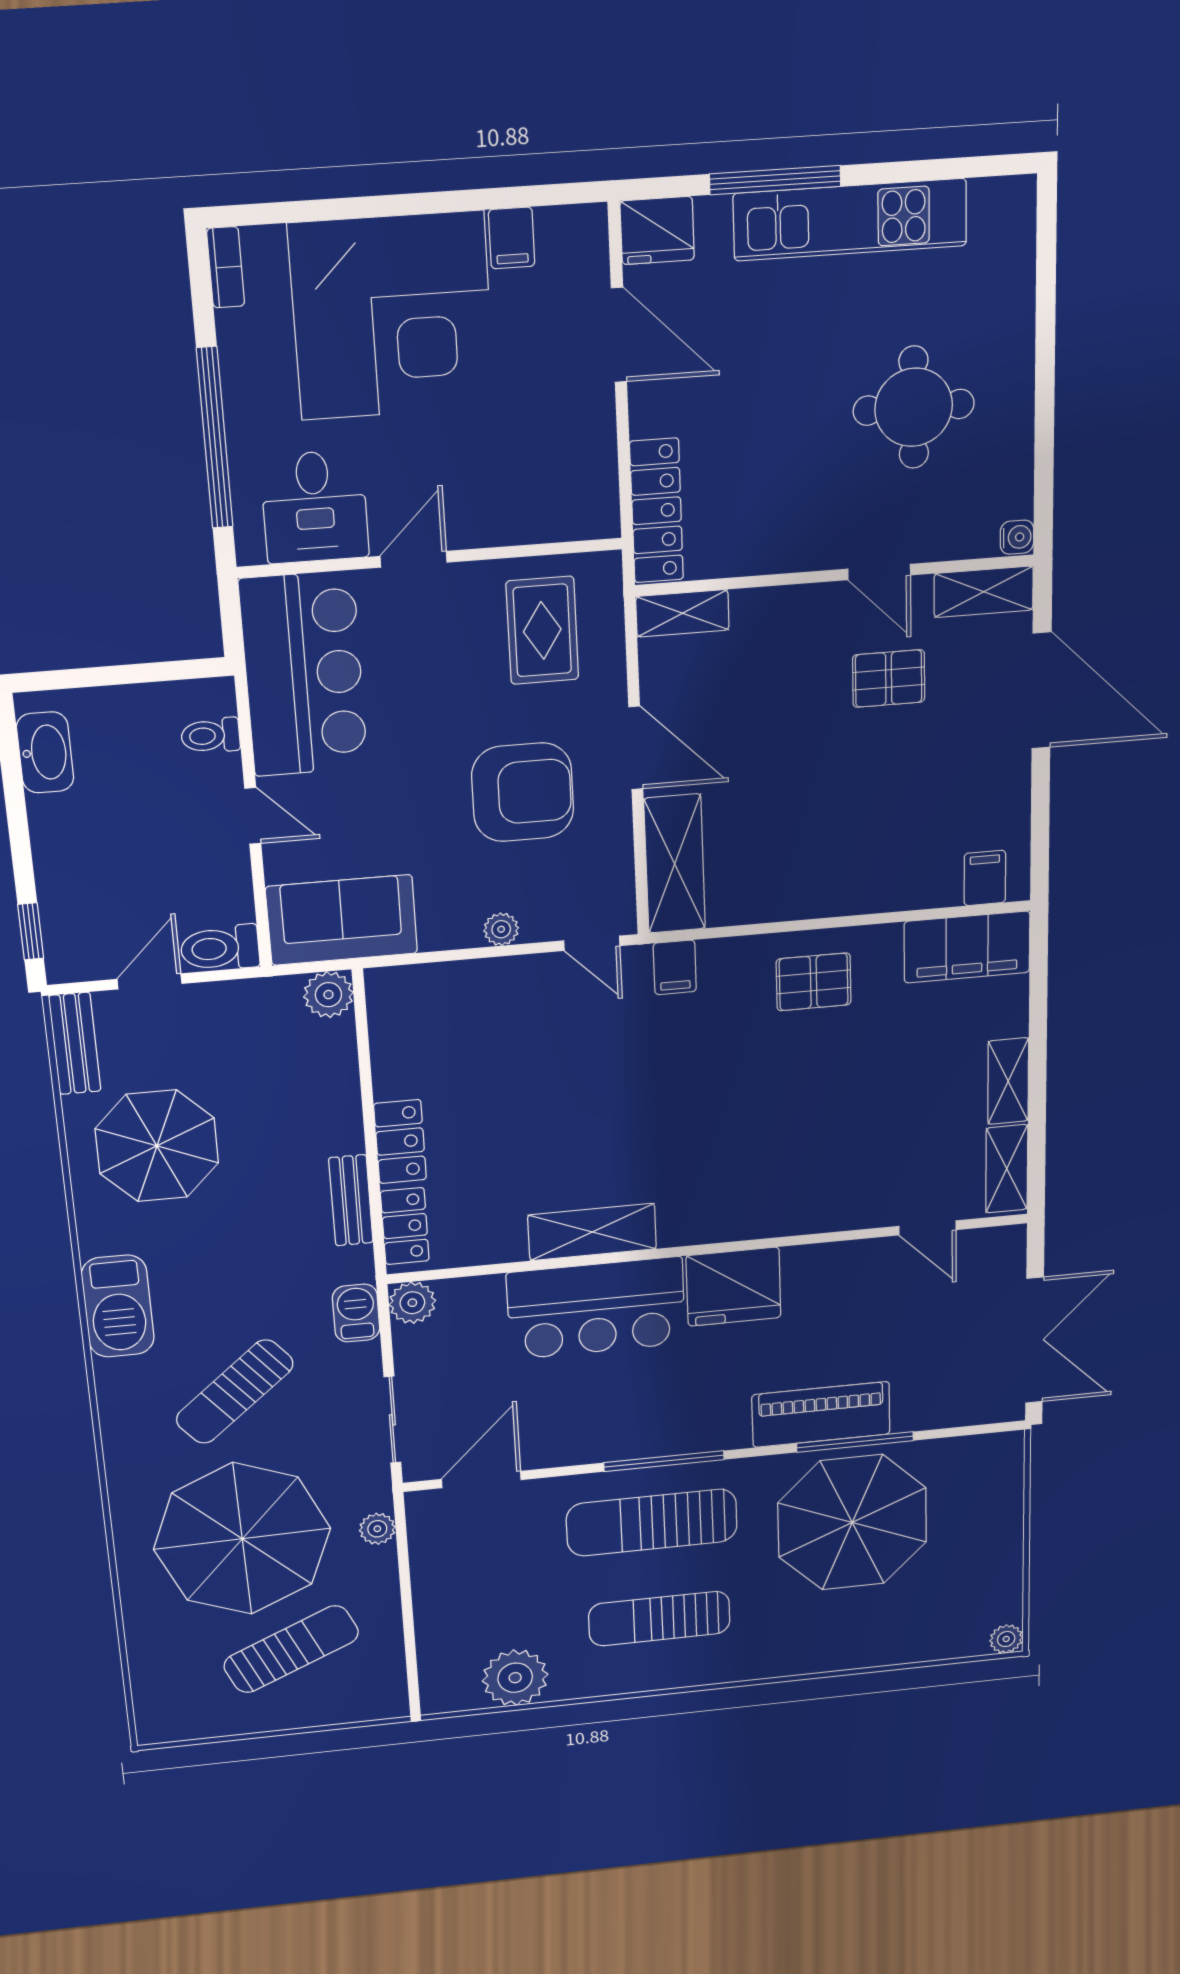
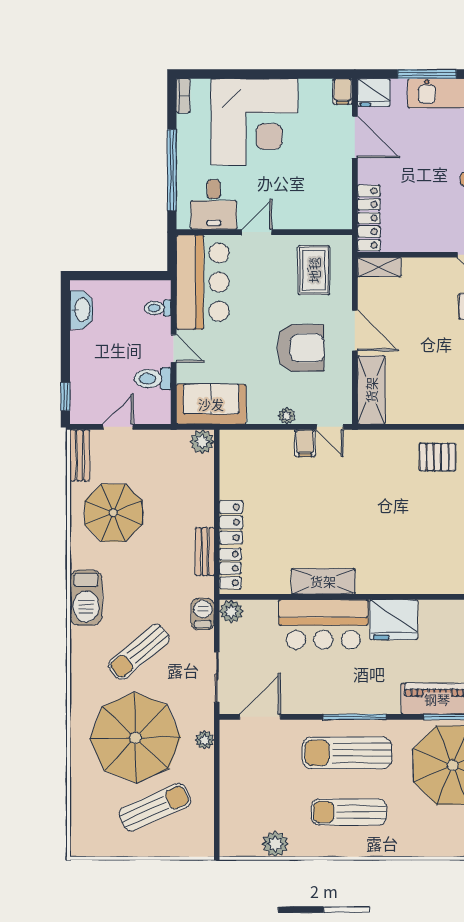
filing cabinet: (512, 238) -> (343, 91), moved
toilet: (220, 948) -> (153, 379), moved
filing cabinet: (675, 967) -> (305, 443), moved
plant: (515, 1678) -> (275, 844), width x0.73, depth x0.73

